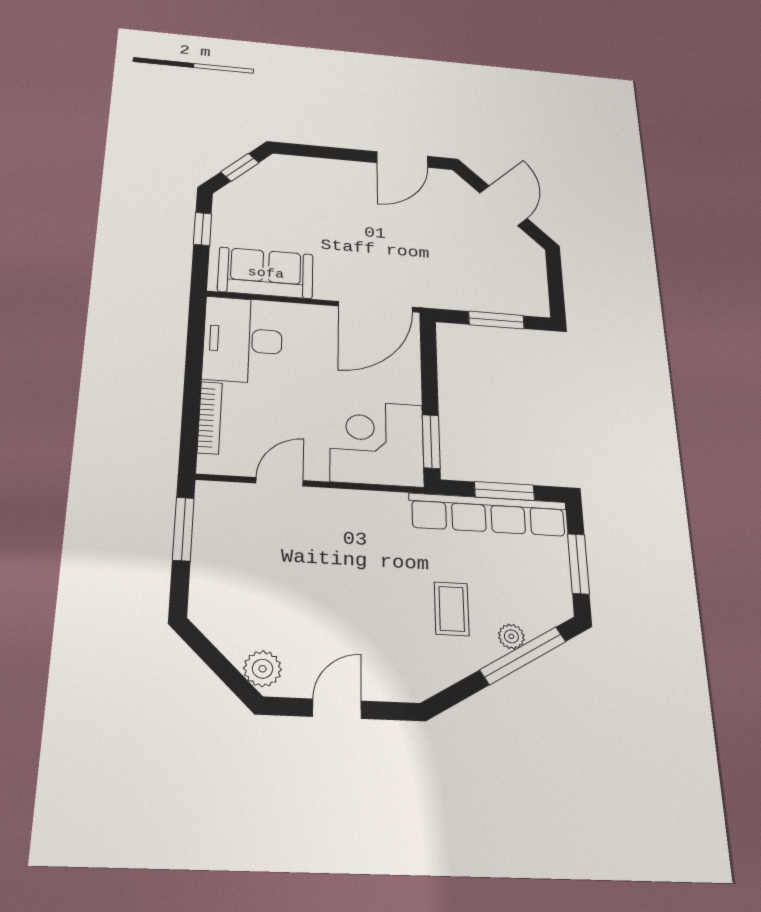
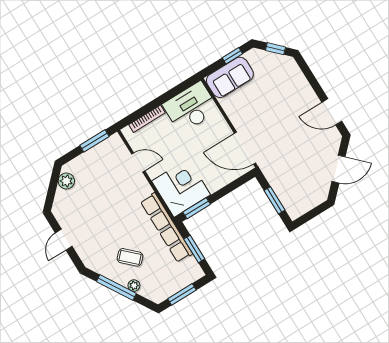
sofa: (266, 273) -> (230, 77), moved, turned 90
row of seats: (488, 515) -> (166, 228), moved
coffee table: (452, 609) -> (130, 257), turned 44
window: (523, 656) -> (116, 287), moved
plant: (262, 669) -> (66, 181), moved
door: (337, 709) -> (64, 240), swing flipped

